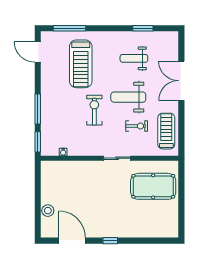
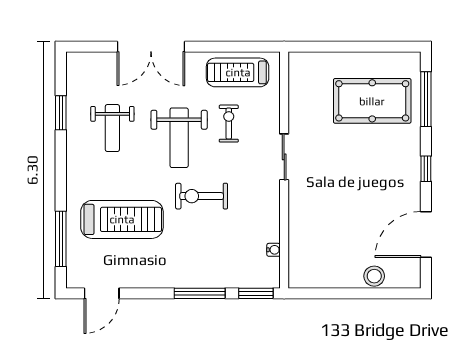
pool table: (153, 186) -> (372, 101), moved, turned 90
window: (151, 241) -> (426, 99), added

